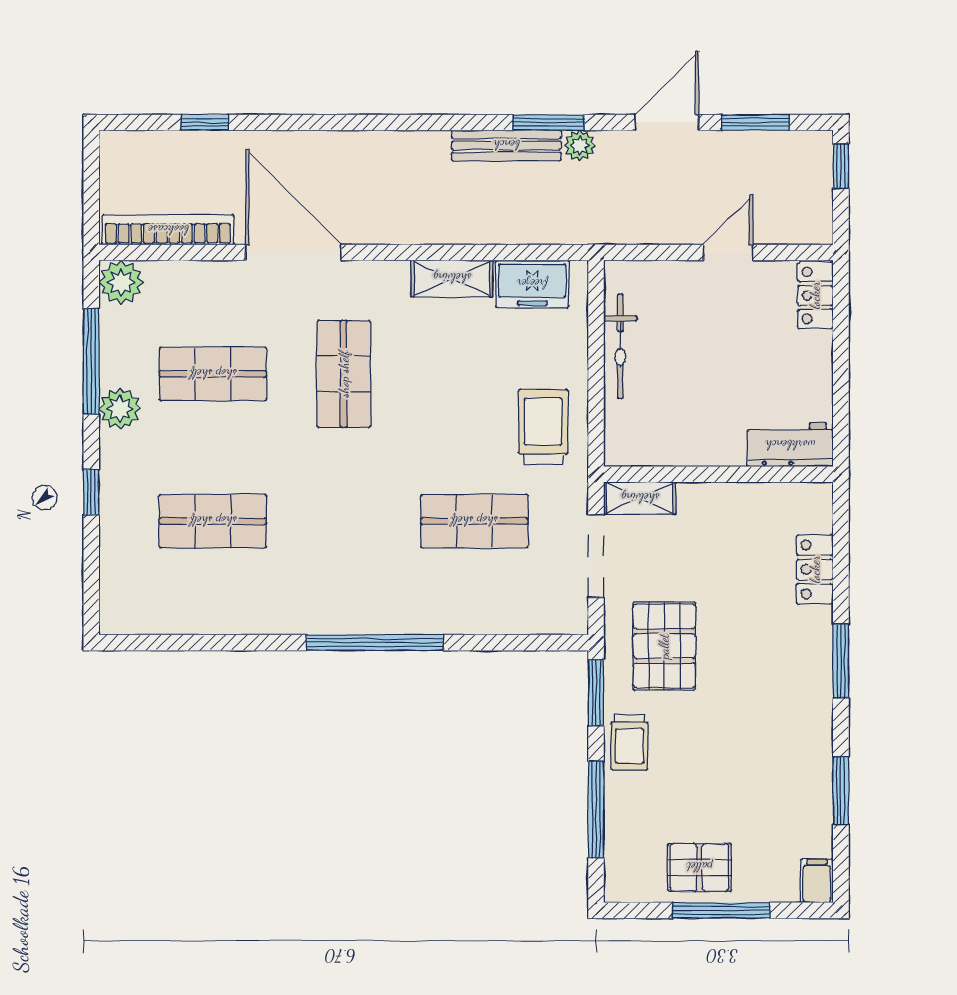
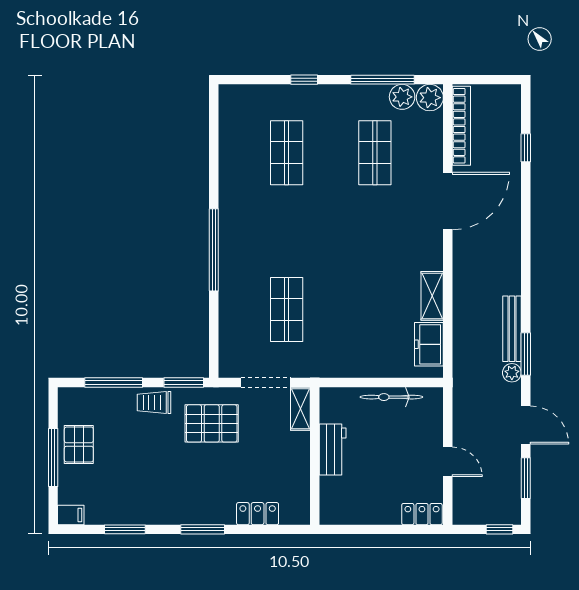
shop shelf: (344, 374) -> (375, 231), removed
plant: (120, 409) -> (402, 97), moved
trolley: (543, 427) -> (343, 351), removed
workbench: (790, 445) -> (333, 449), moved

